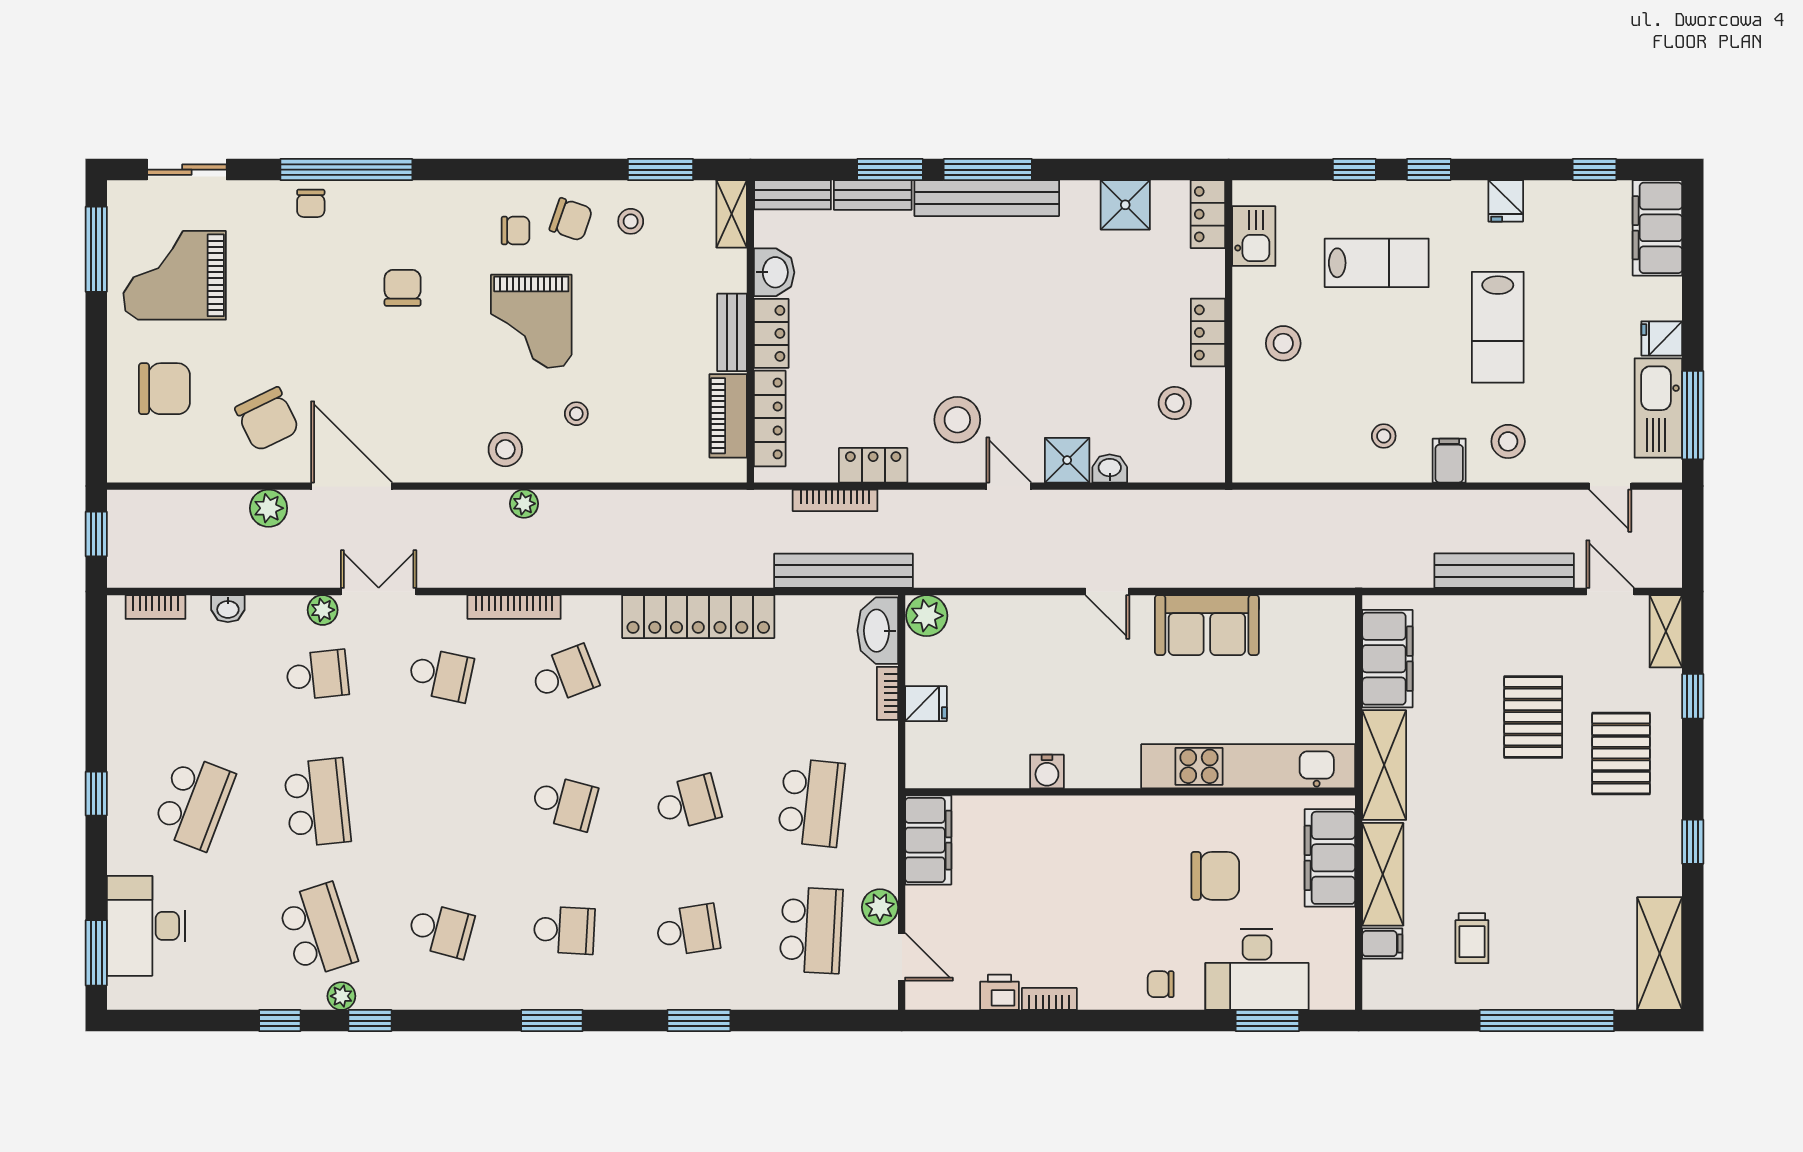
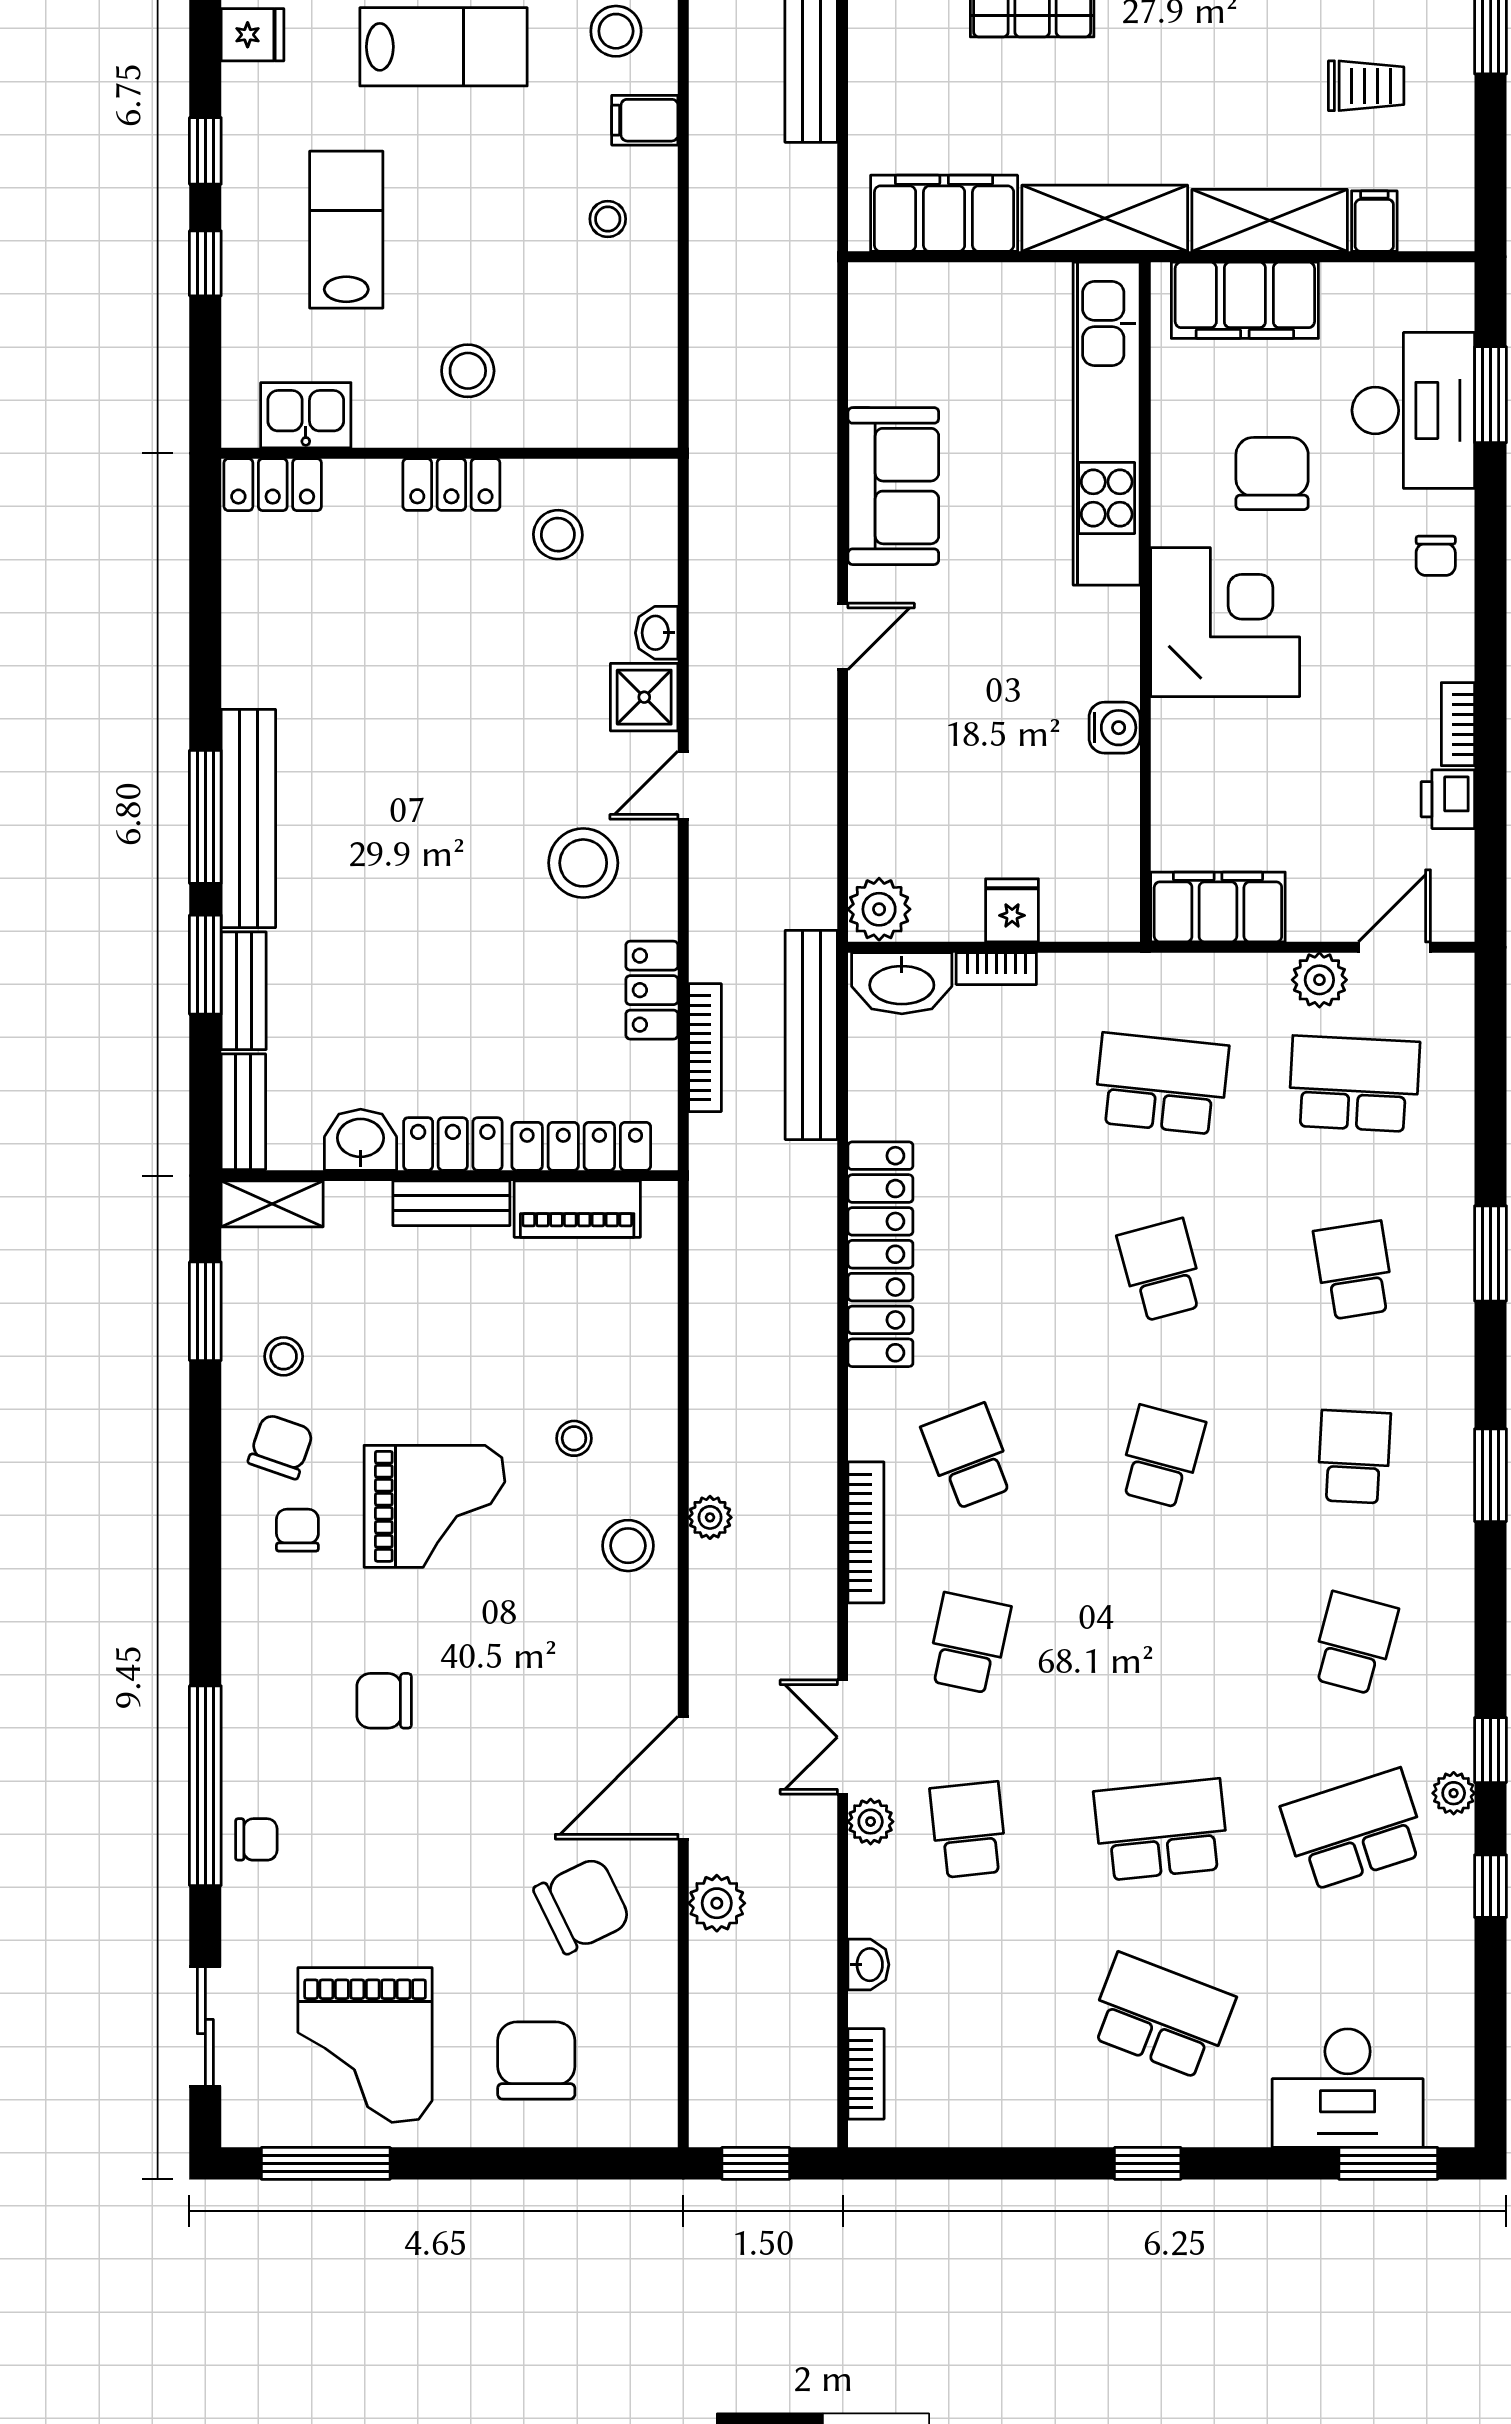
shower: (1125, 205) -> (259, 609), removed
corner desk: (1117, 845) -> (1225, 622), added

